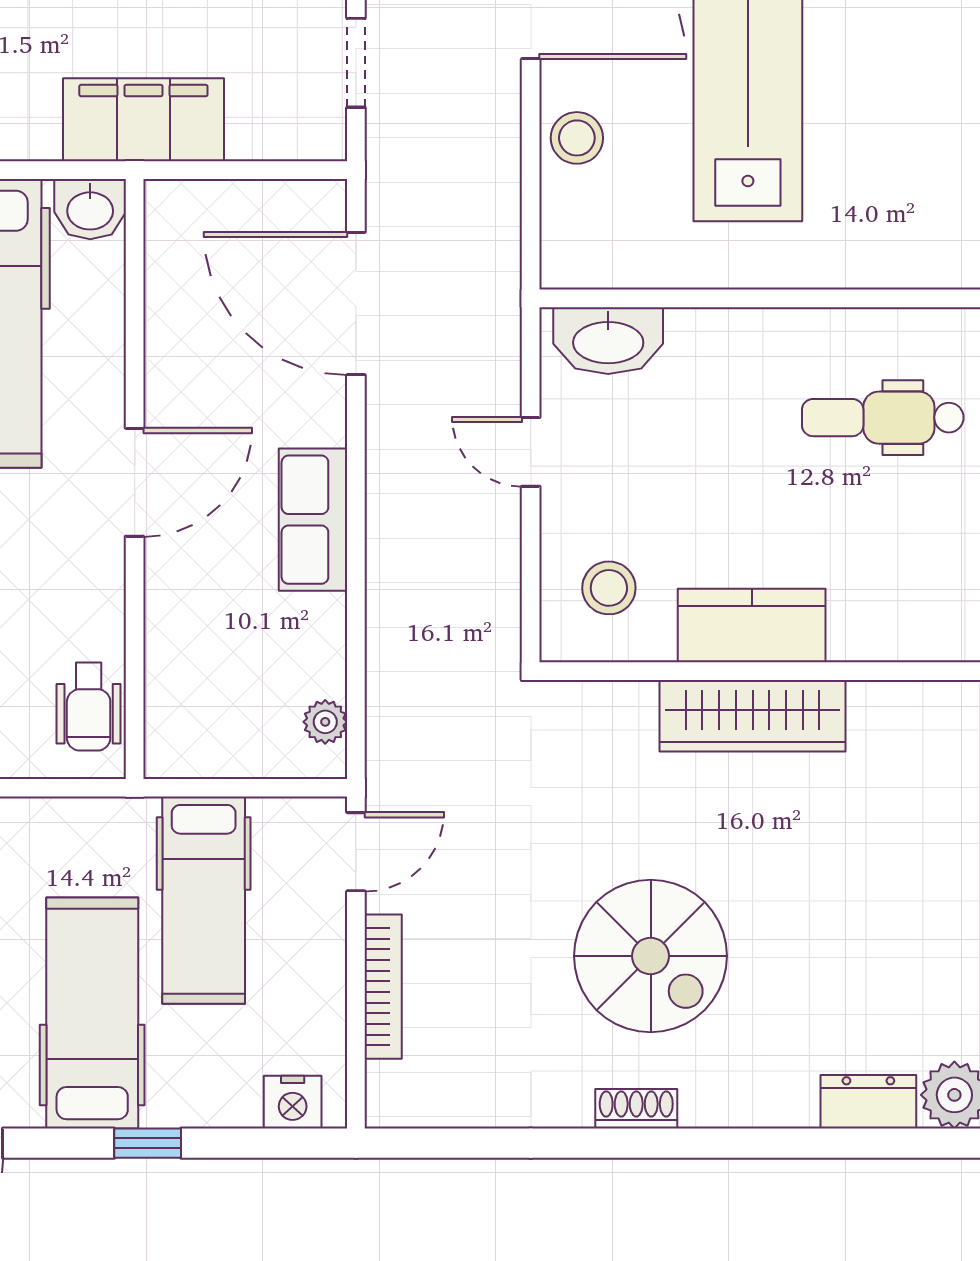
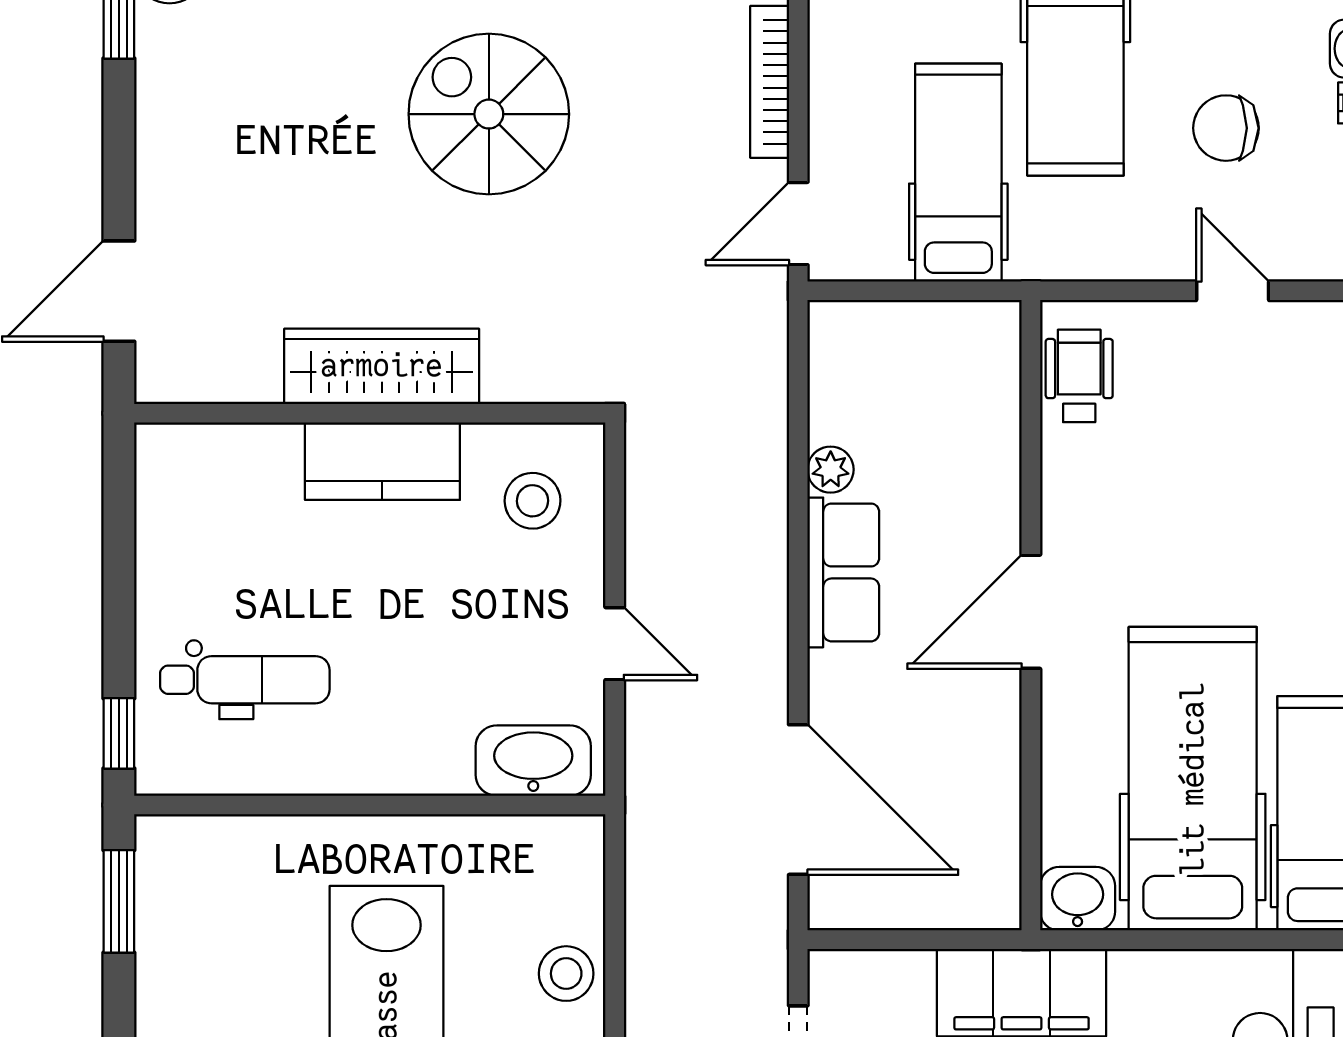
plant: (325, 722) -> (831, 470), moved

